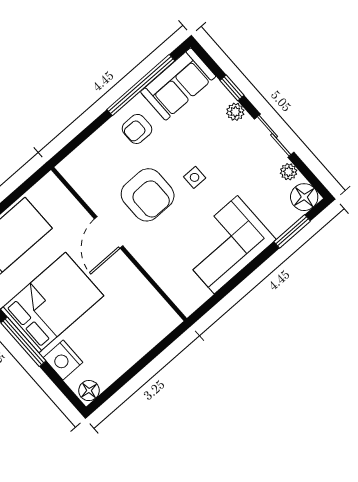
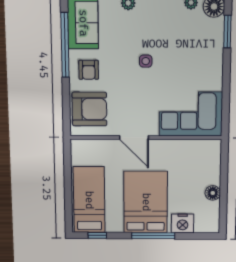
armchair: (148, 195) -> (89, 109), moved
corner sofa: (226, 245) -> (191, 114), moved, turned 90
floor lamp: (89, 391) -> (213, 193), moved

